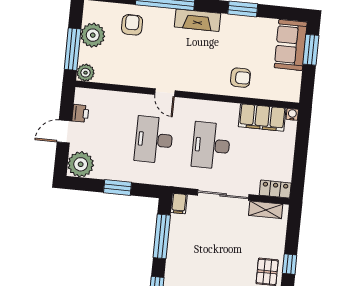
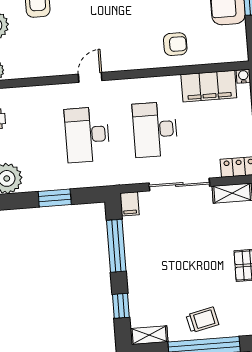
door: (165, 93) -> (90, 77), swing flipped

